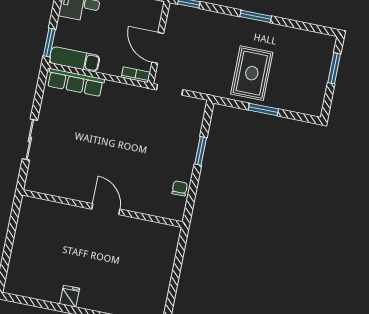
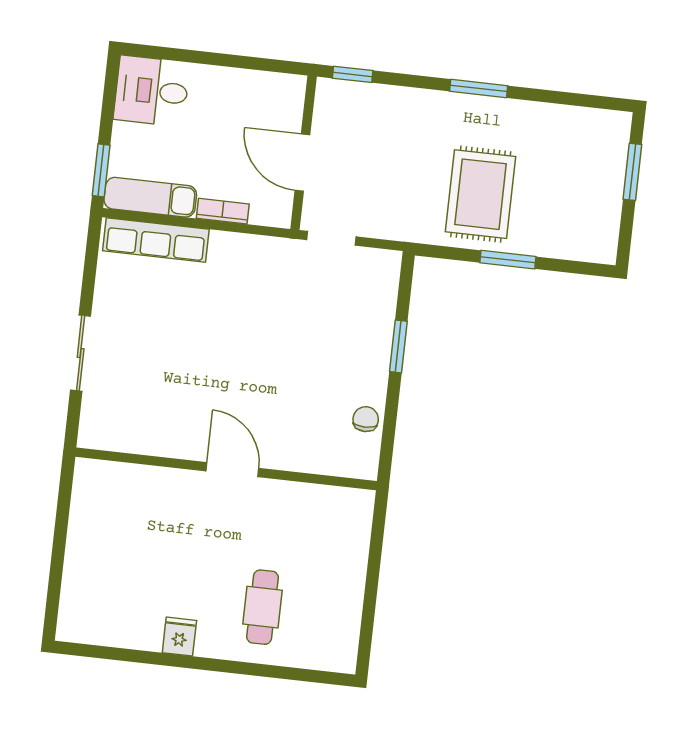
bookcase: (136, 75) -> (223, 211), moved
cafe table: (115, 284) -> (262, 607), added

